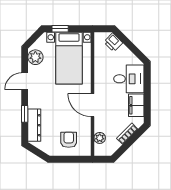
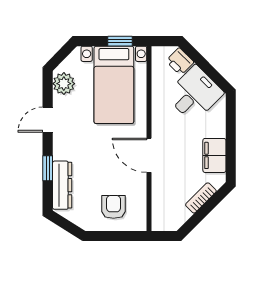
window: (60, 29) -> (120, 41), moved
desk: (129, 79) -> (194, 94), moved, turned -45
plant: (100, 138) -> (160, 204), removed

